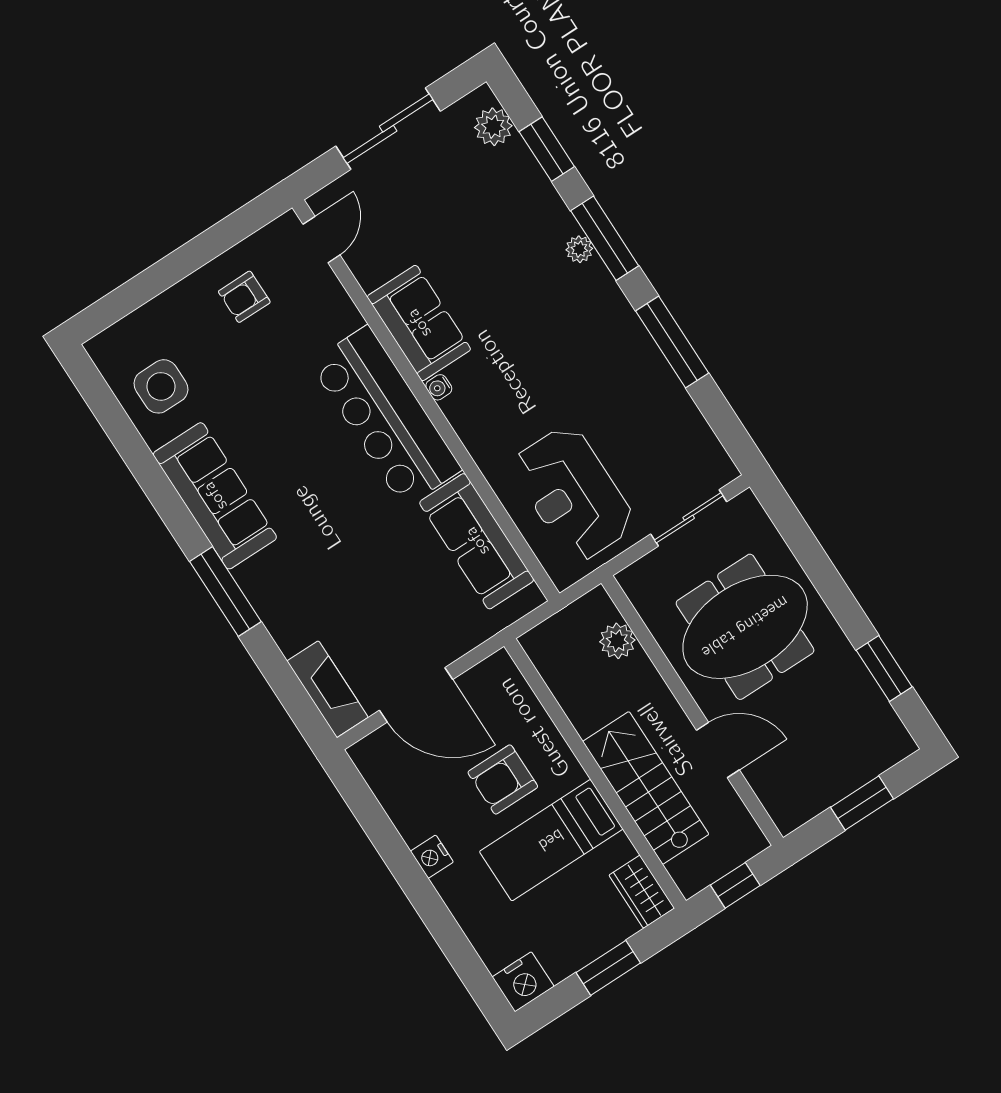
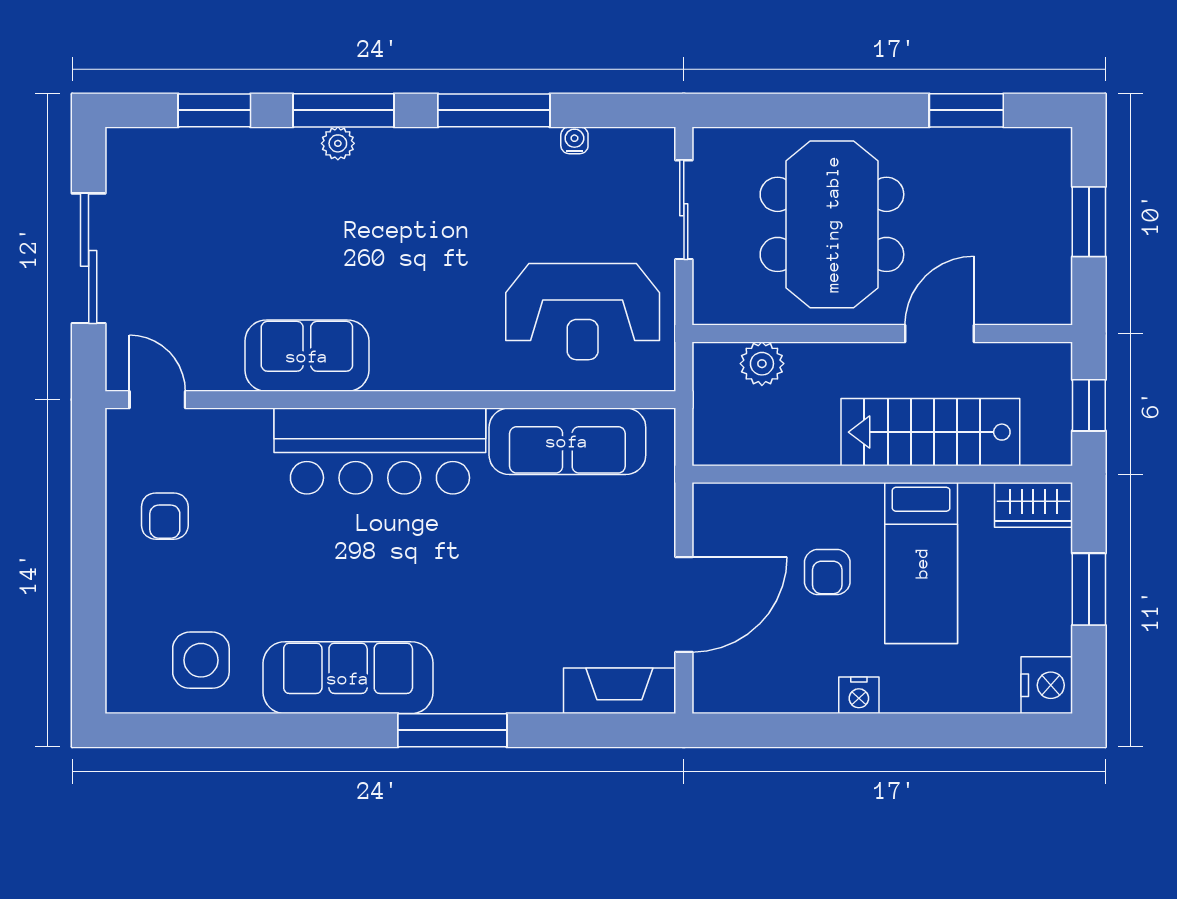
plant: (493, 127) -> (156, 150), removed
water cooler: (439, 387) -> (574, 140), moved, turned 180
armchair: (503, 779) -> (827, 572), width x0.72, depth x0.72

